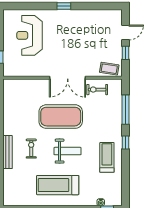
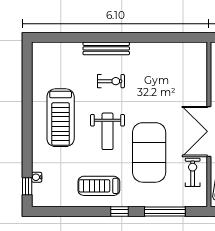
exercise mat: (61, 117) -> (149, 152), moved
treadmill: (107, 157) -> (99, 186), turned 180
treadmill: (58, 185) -> (61, 118), turned 180

